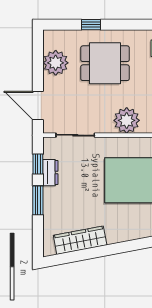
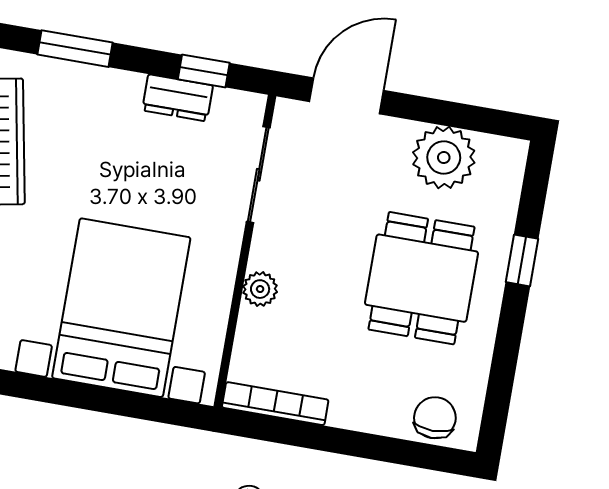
plant: (127, 120) -> (260, 289), width x0.53, depth x0.53
window: (38, 200) -> (75, 49), moved

